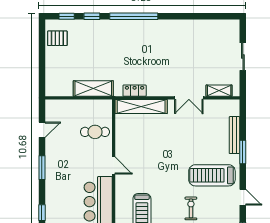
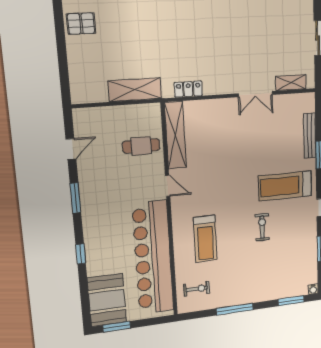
shelving: (141, 107) -> (175, 135), moved, turned 90

